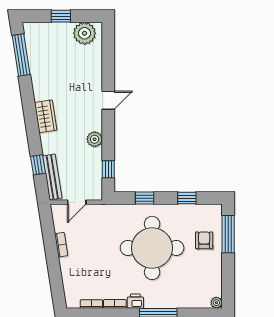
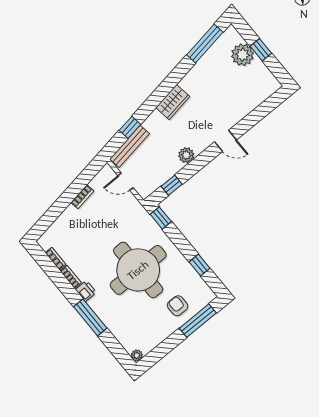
plant: (85, 33) -> (243, 55), moved
window: (145, 198) -> (161, 218), moved
armchair: (204, 240) -> (178, 306), turned -90

